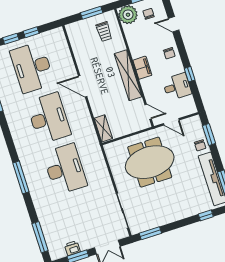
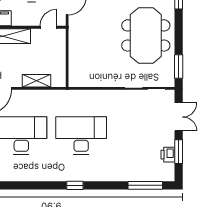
shelving: (103, 128) -> (37, 81), moved
meeting table: (150, 162) -> (146, 35), moved
window: (21, 177) -> (75, 185), width x0.46

